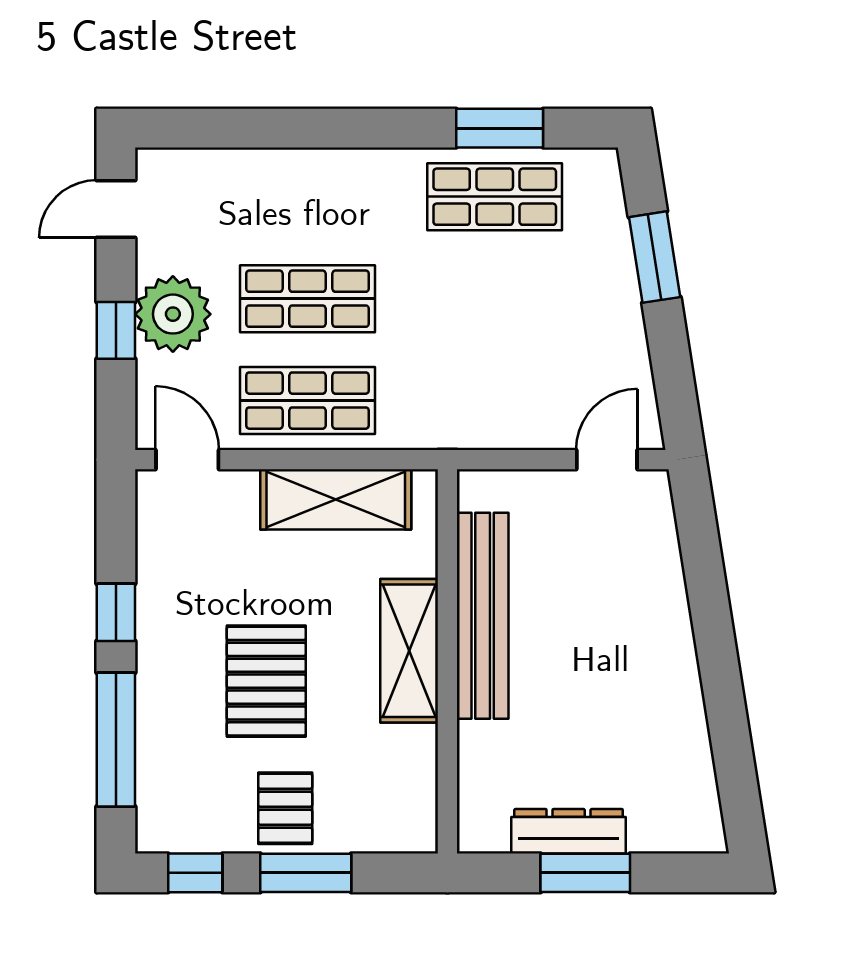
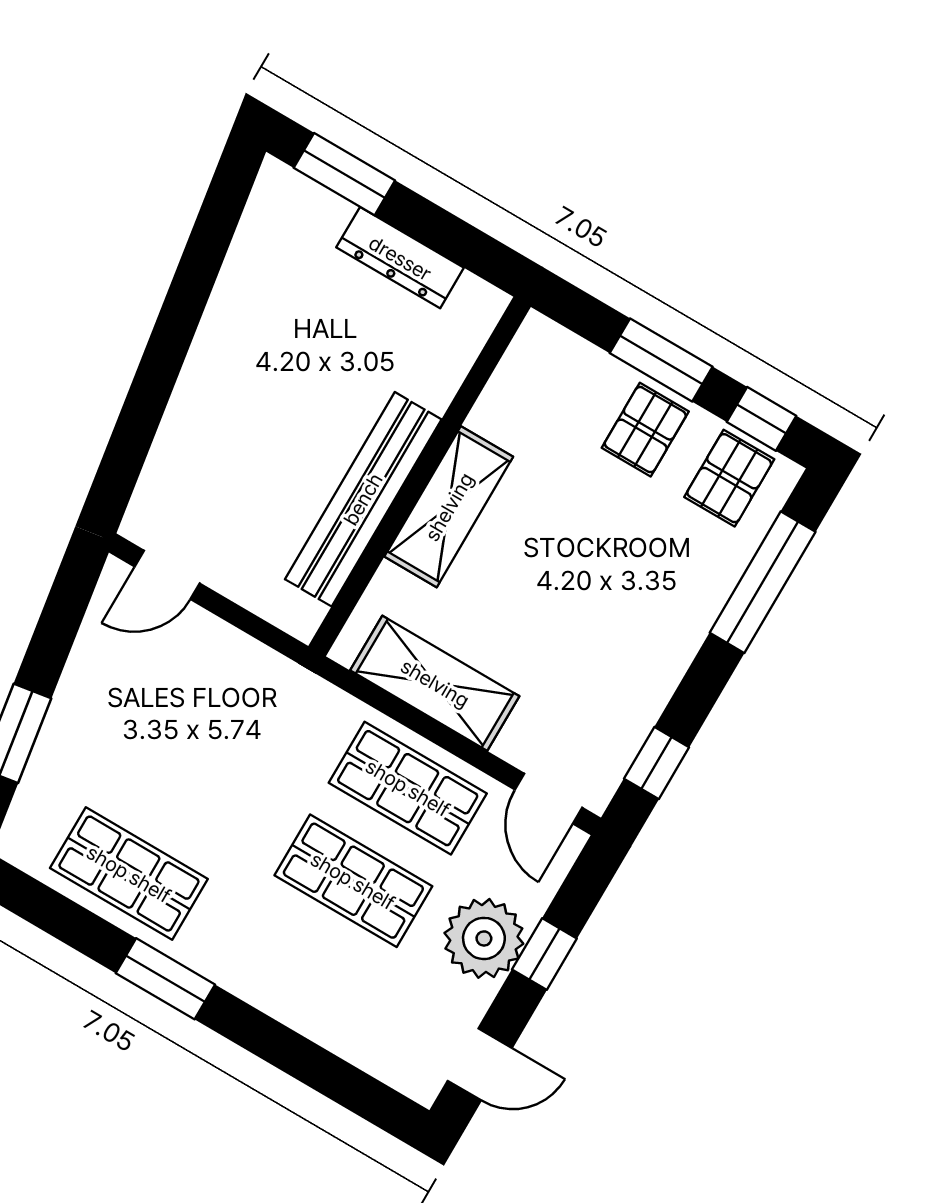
window: (500, 128) -> (165, 979), moved
window: (116, 612) -> (657, 763), moved
pallet: (266, 681) -> (729, 478), moved, width x0.67, depth x0.71
window: (585, 873) -> (344, 174), moved

